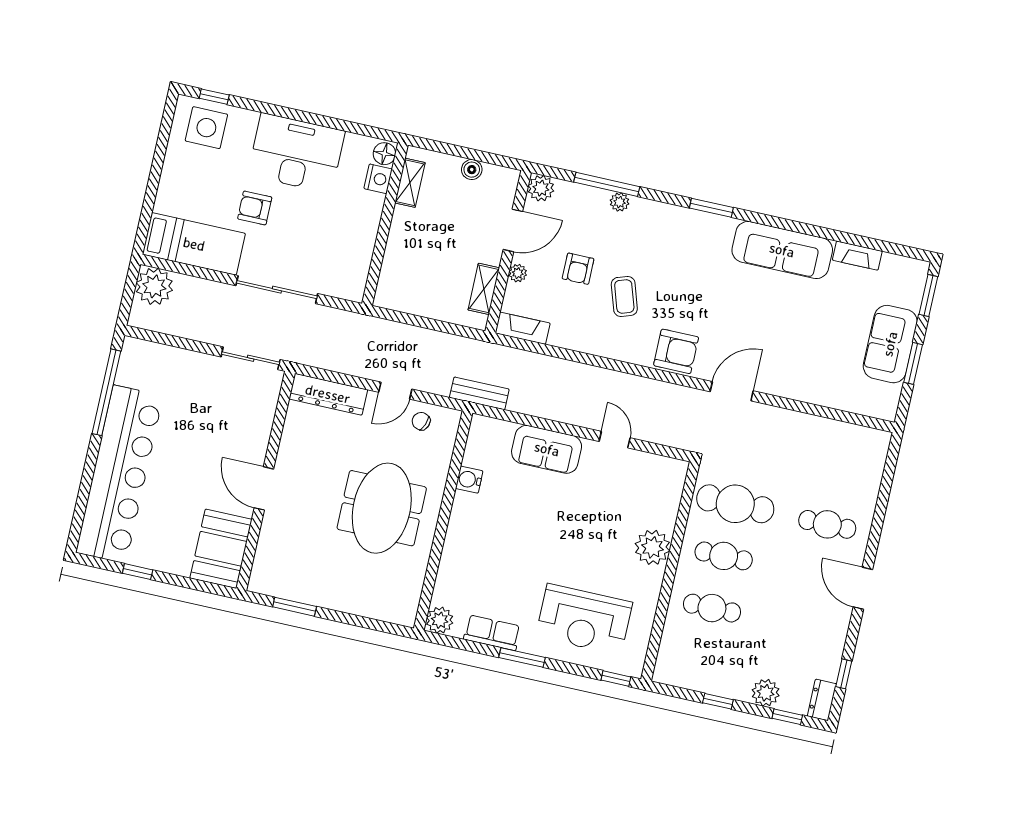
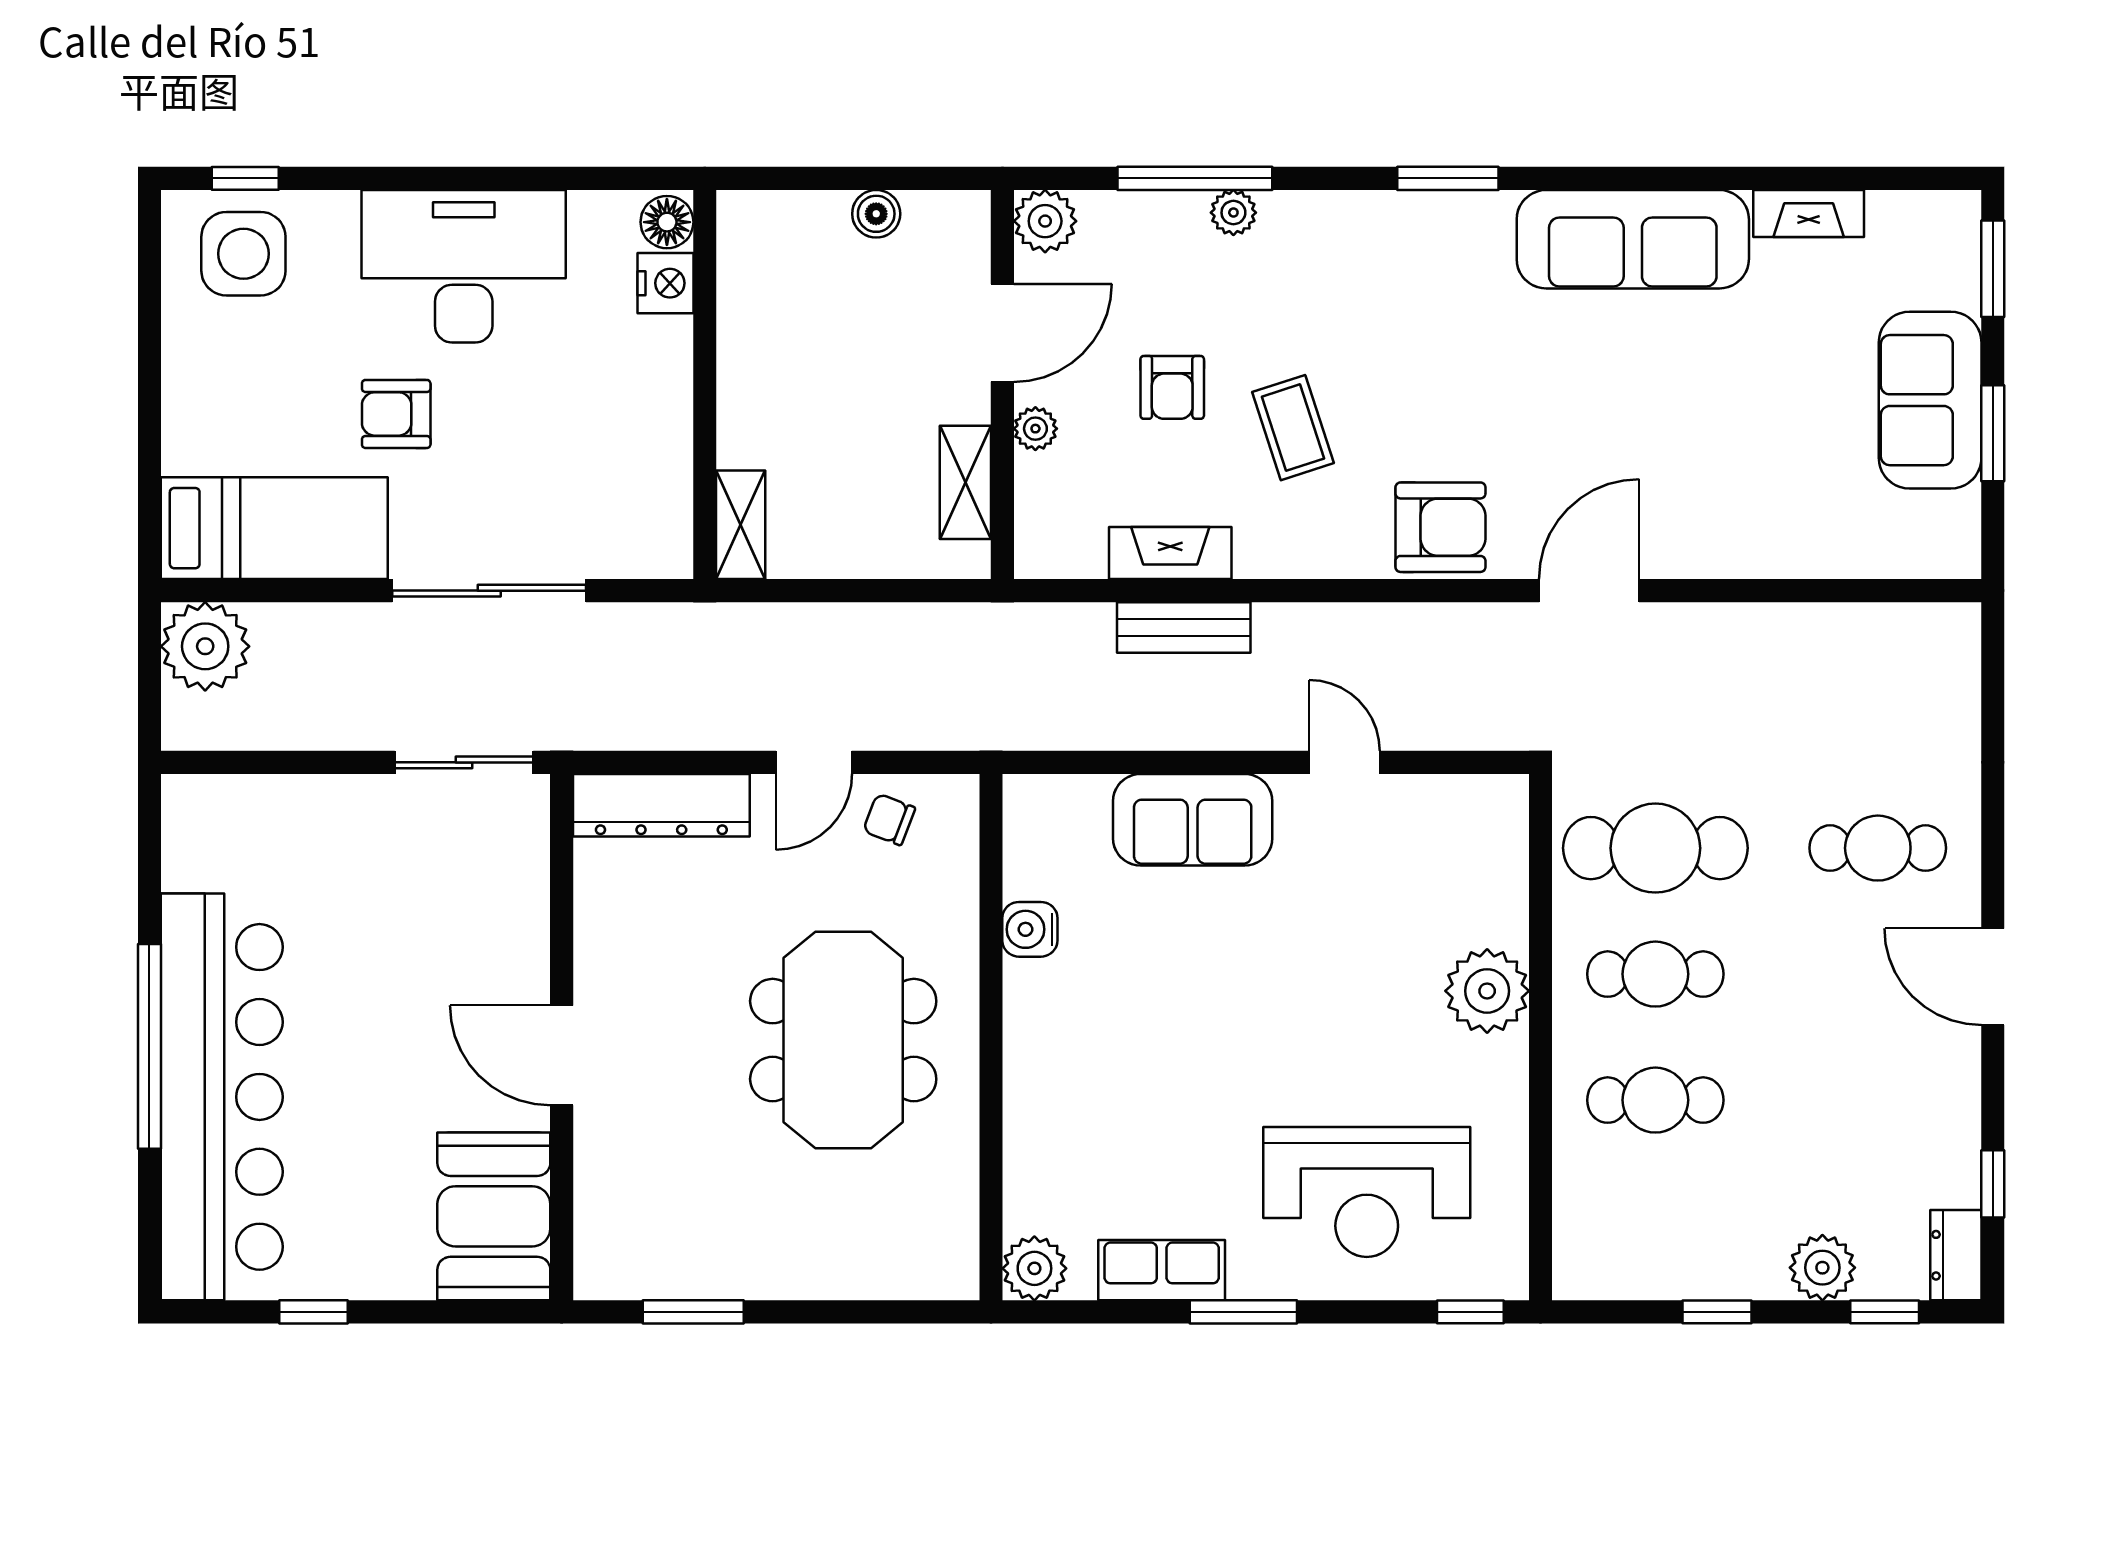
shelving: (410, 183) -> (741, 525), moved
fireplace: (523, 328) -> (1170, 553), moved
window: (106, 392) -> (149, 1046), moved
bench: (479, 393) -> (1184, 627), moved

